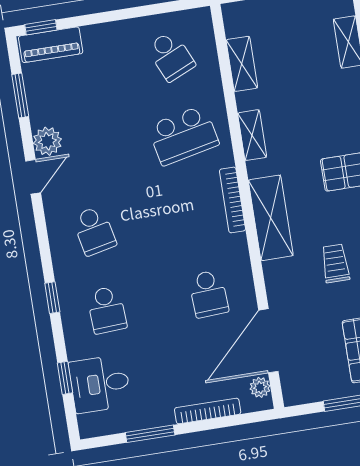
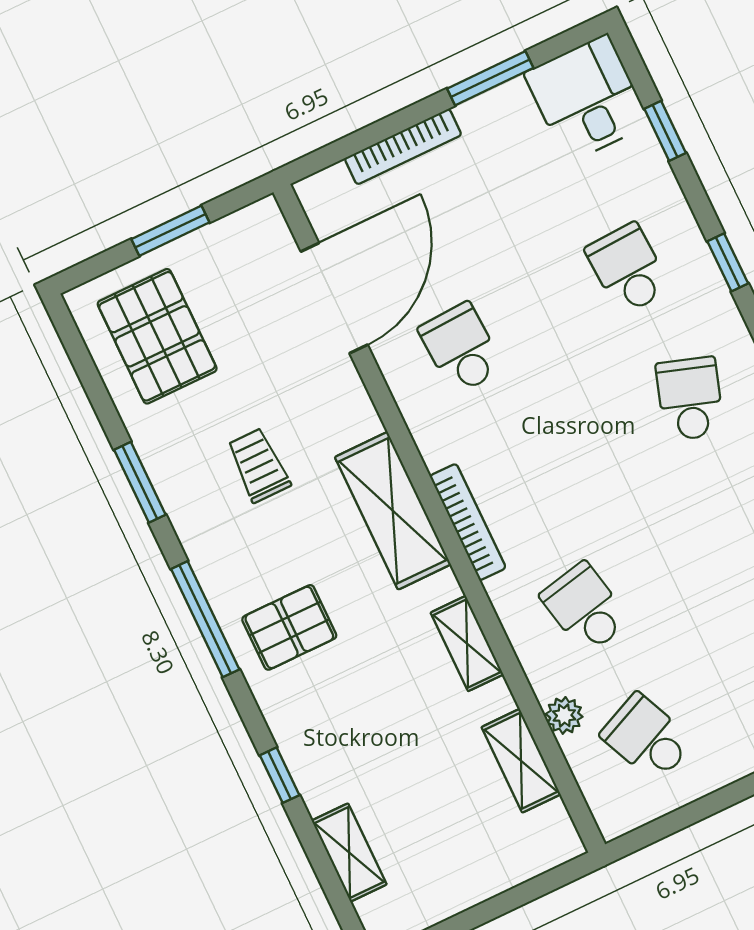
school desk: (183, 135) -> (585, 608), width x0.54
school desk: (94, 231) -> (690, 399), turned 30
trolley: (335, 263) -> (259, 465), turned 180
desk: (100, 384) -> (587, 99), moved, turned -90
plant: (260, 387) -> (564, 715), moved

